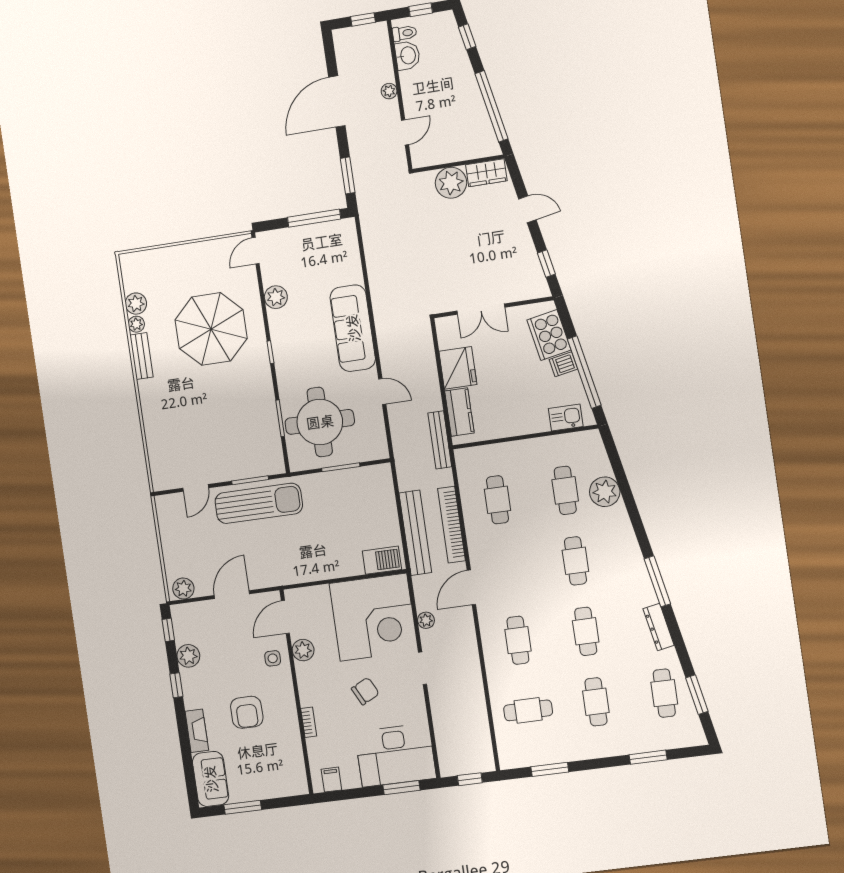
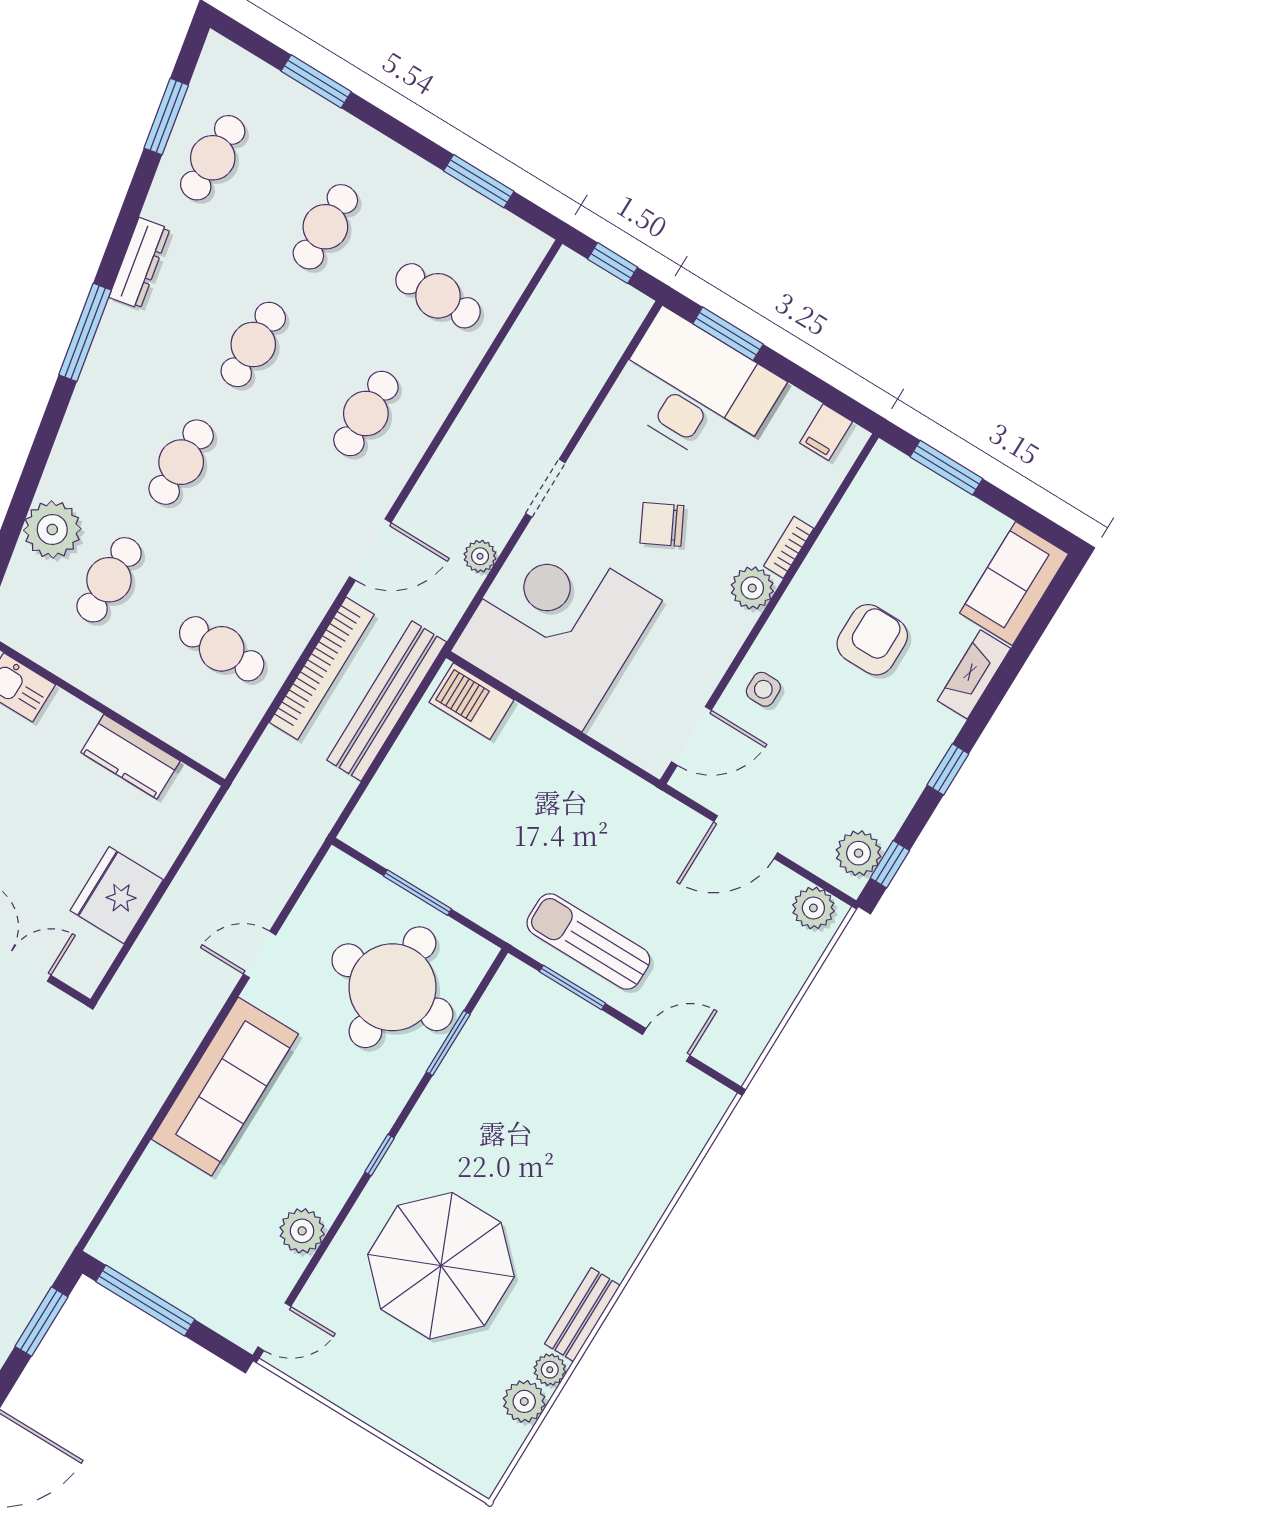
door: (382, 391) -> (260, 954), hinge flipped
kitchen counter: (459, 412) -> (130, 757), moved, turned -90
bench: (440, 440) -> (234, 810), removed
cafe table: (497, 500) -> (222, 649), turned 90
sun lounger: (259, 503) -> (588, 942), width x0.73, depth x0.75
plant: (303, 650) -> (752, 588), moved
plant: (188, 656) -> (859, 853), moved
window: (243, 807) -> (946, 468), moved

